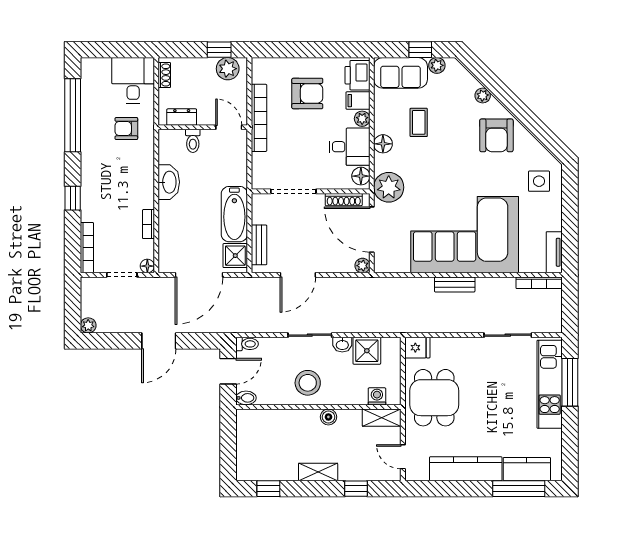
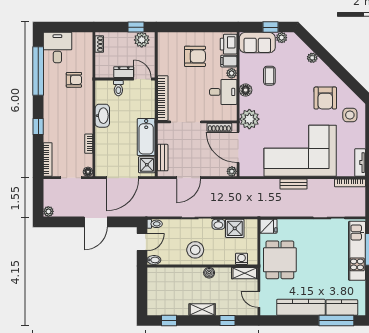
desk: (133, 80) -> (57, 48), moved
dresser: (182, 117) -> (124, 72), moved
bookcase: (259, 118) -> (163, 98), moved
armchair: (126, 129) -> (74, 80), turned 180
armchair: (496, 135) -> (325, 98), moved
floor lamp: (361, 176) -> (231, 112), removed

